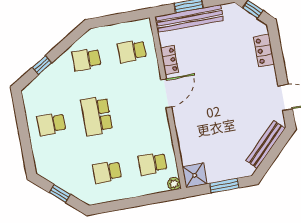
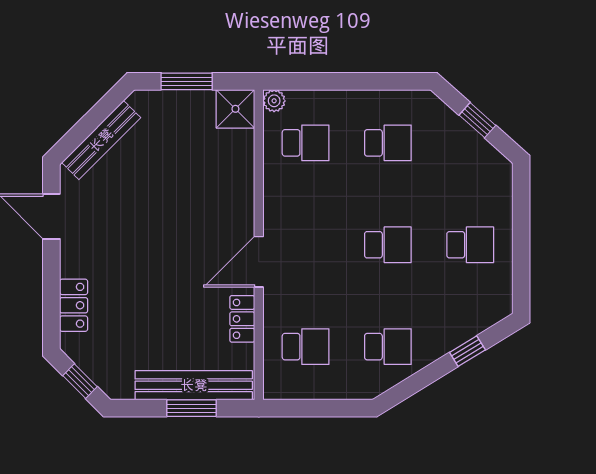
school desk: (97, 116) -> (388, 245), width x0.54

